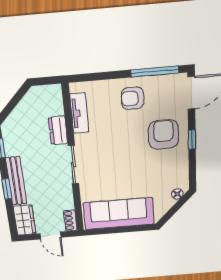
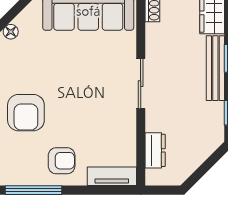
tv unit: (79, 113) -> (112, 176), moved, turned 90
dresser: (58, 130) -> (155, 150), moved

